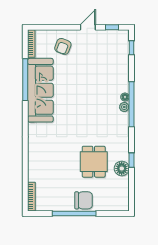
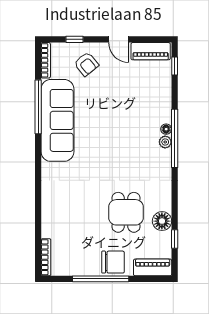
door: (88, 27) -> (119, 39), swing flipped
window: (112, 27) -> (75, 39), moved
piano: (113, 36) -> (151, 51), added
armchair: (63, 46) -> (86, 64), turned -60
window: (131, 160) -> (175, 239), moved
piano: (114, 205) -> (153, 267), added

